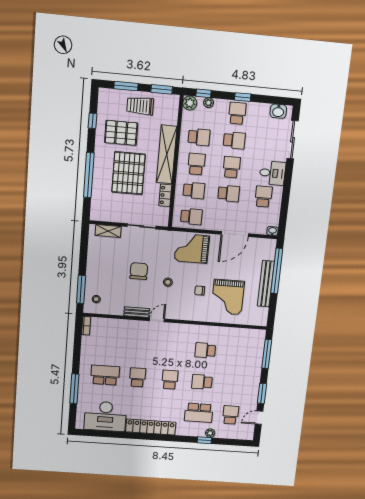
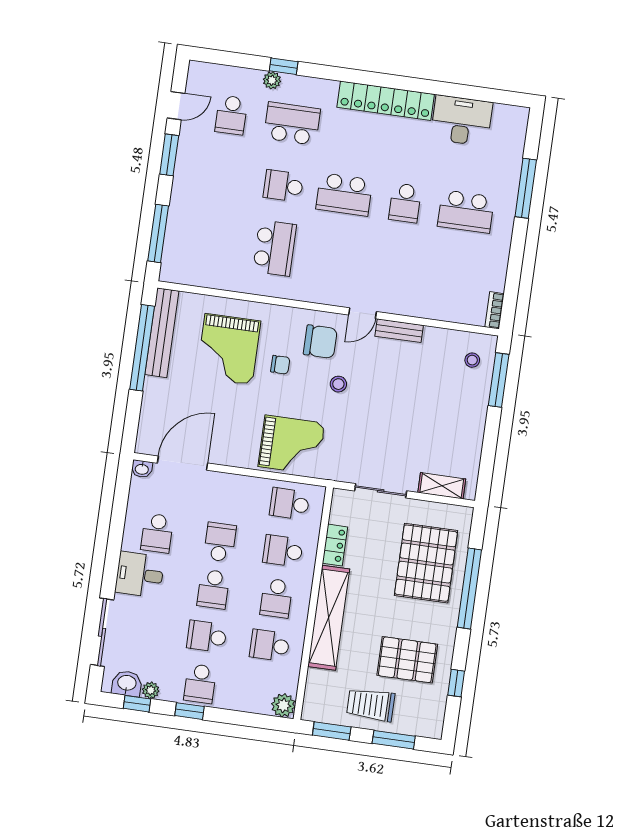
window: (204, 93) -> (137, 704), moved
plant: (209, 103) -> (151, 690), moved
trolley: (140, 106) -> (371, 705), turned 180
pallet: (128, 173) -> (426, 563), moved
school desk: (229, 193) -> (220, 542), turned 90
door: (235, 234) -> (182, 463), moved
chair: (139, 271) -> (320, 342), moved, turned -90
window: (277, 271) -> (142, 348), moved
bench: (266, 284) -> (162, 333), moved
grand piano: (228, 297) -> (229, 349), turned 180
school desk: (205, 350) -> (275, 248), width x1.85
school desk: (170, 380) -> (344, 194), width x1.85
school desk: (202, 382) -> (283, 186), turned 180
desk: (105, 416) -> (461, 121), width x0.73, depth x0.77

